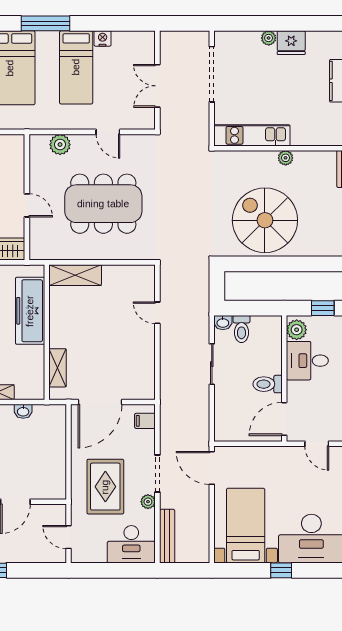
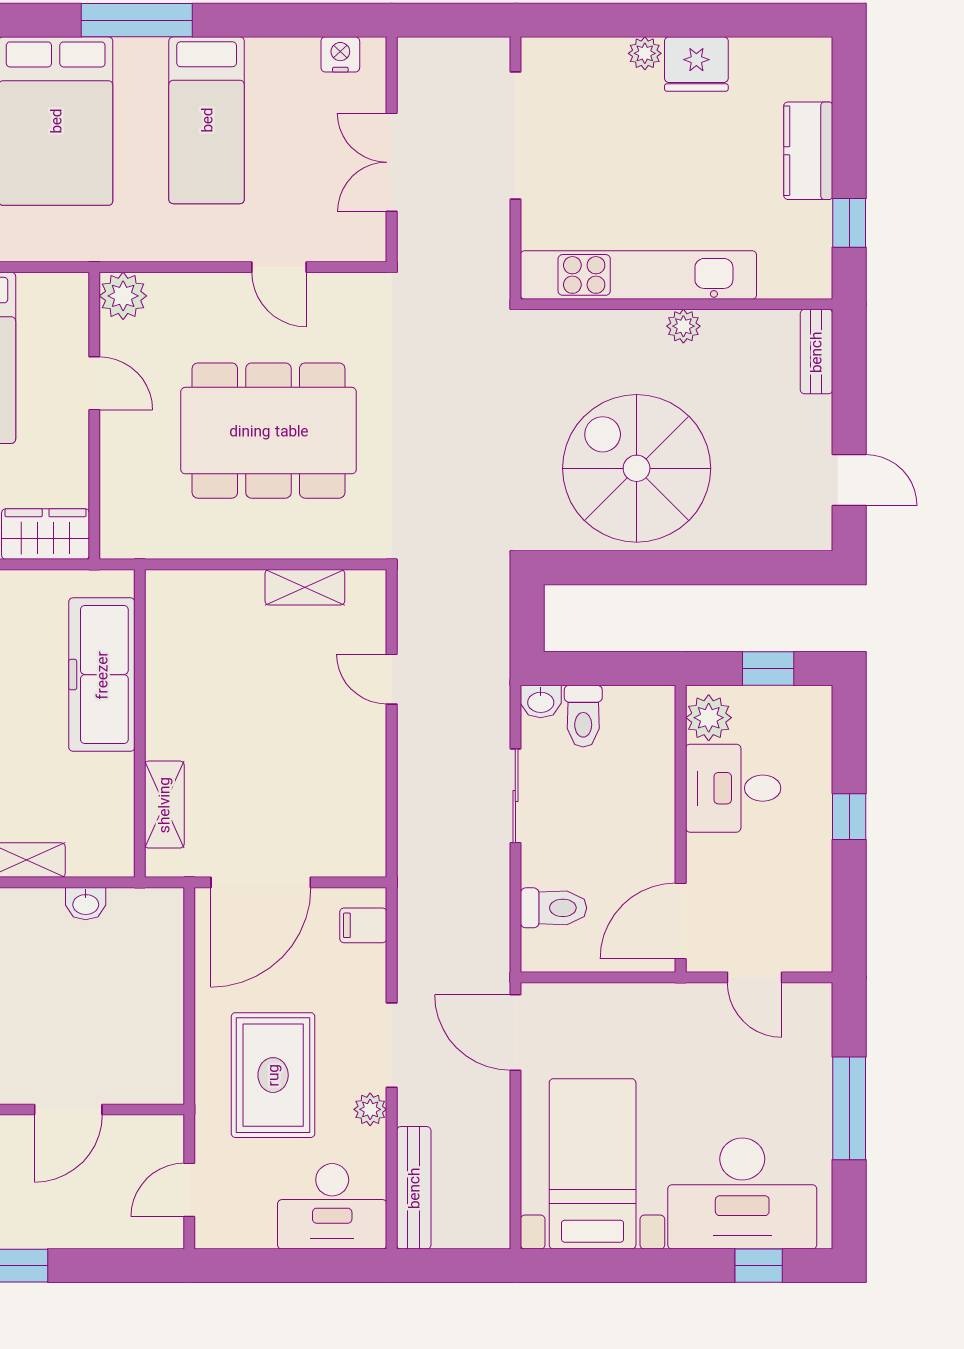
nightstand: (103, 38) -> (340, 54), moved
kitchen unit: (252, 135) -> (638, 275), width x1.36
plant: (60, 145) -> (123, 296), moved
door: (27, 205) -> (94, 383), moved
shelving: (75, 275) -> (305, 587), moved, width x0.67, depth x0.75
toilet: (268, 384) -> (554, 908), moved, turned 180
door: (69, 537) -> (189, 1190), hinge flipped
window: (281, 570) -> (759, 1266), moved

